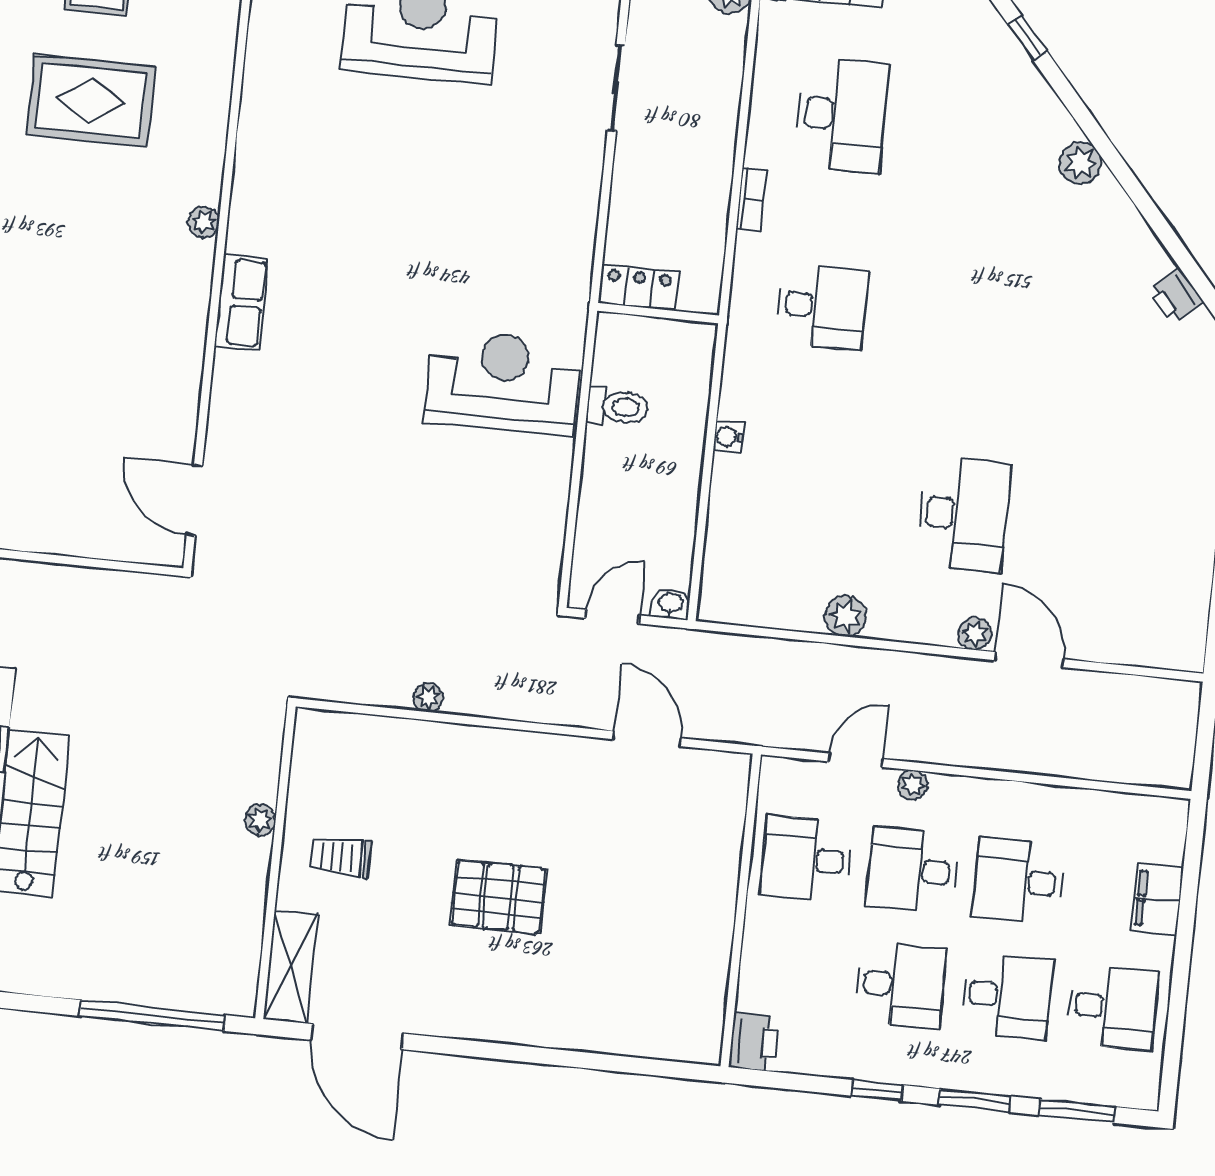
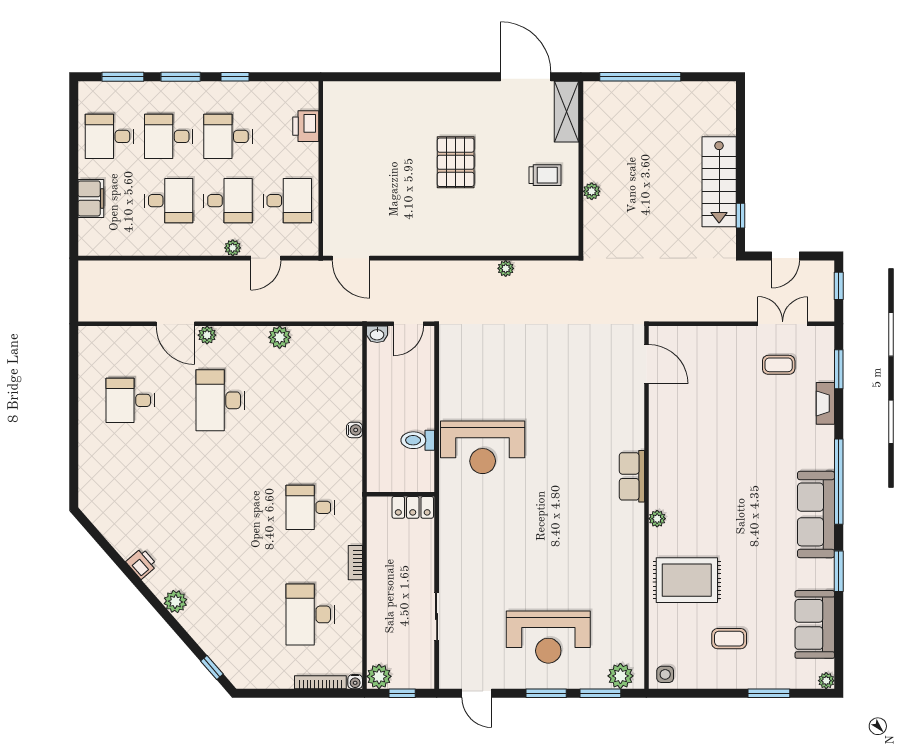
rug: (91, 101) -> (687, 580), moved
printer: (1176, 296) -> (142, 564), moved
desk: (1124, 531) -> (130, 400), added
door: (647, 739) -> (351, 258), moved
pallet: (498, 897) -> (456, 162), turned 90
printer: (754, 1042) -> (306, 126), moved

